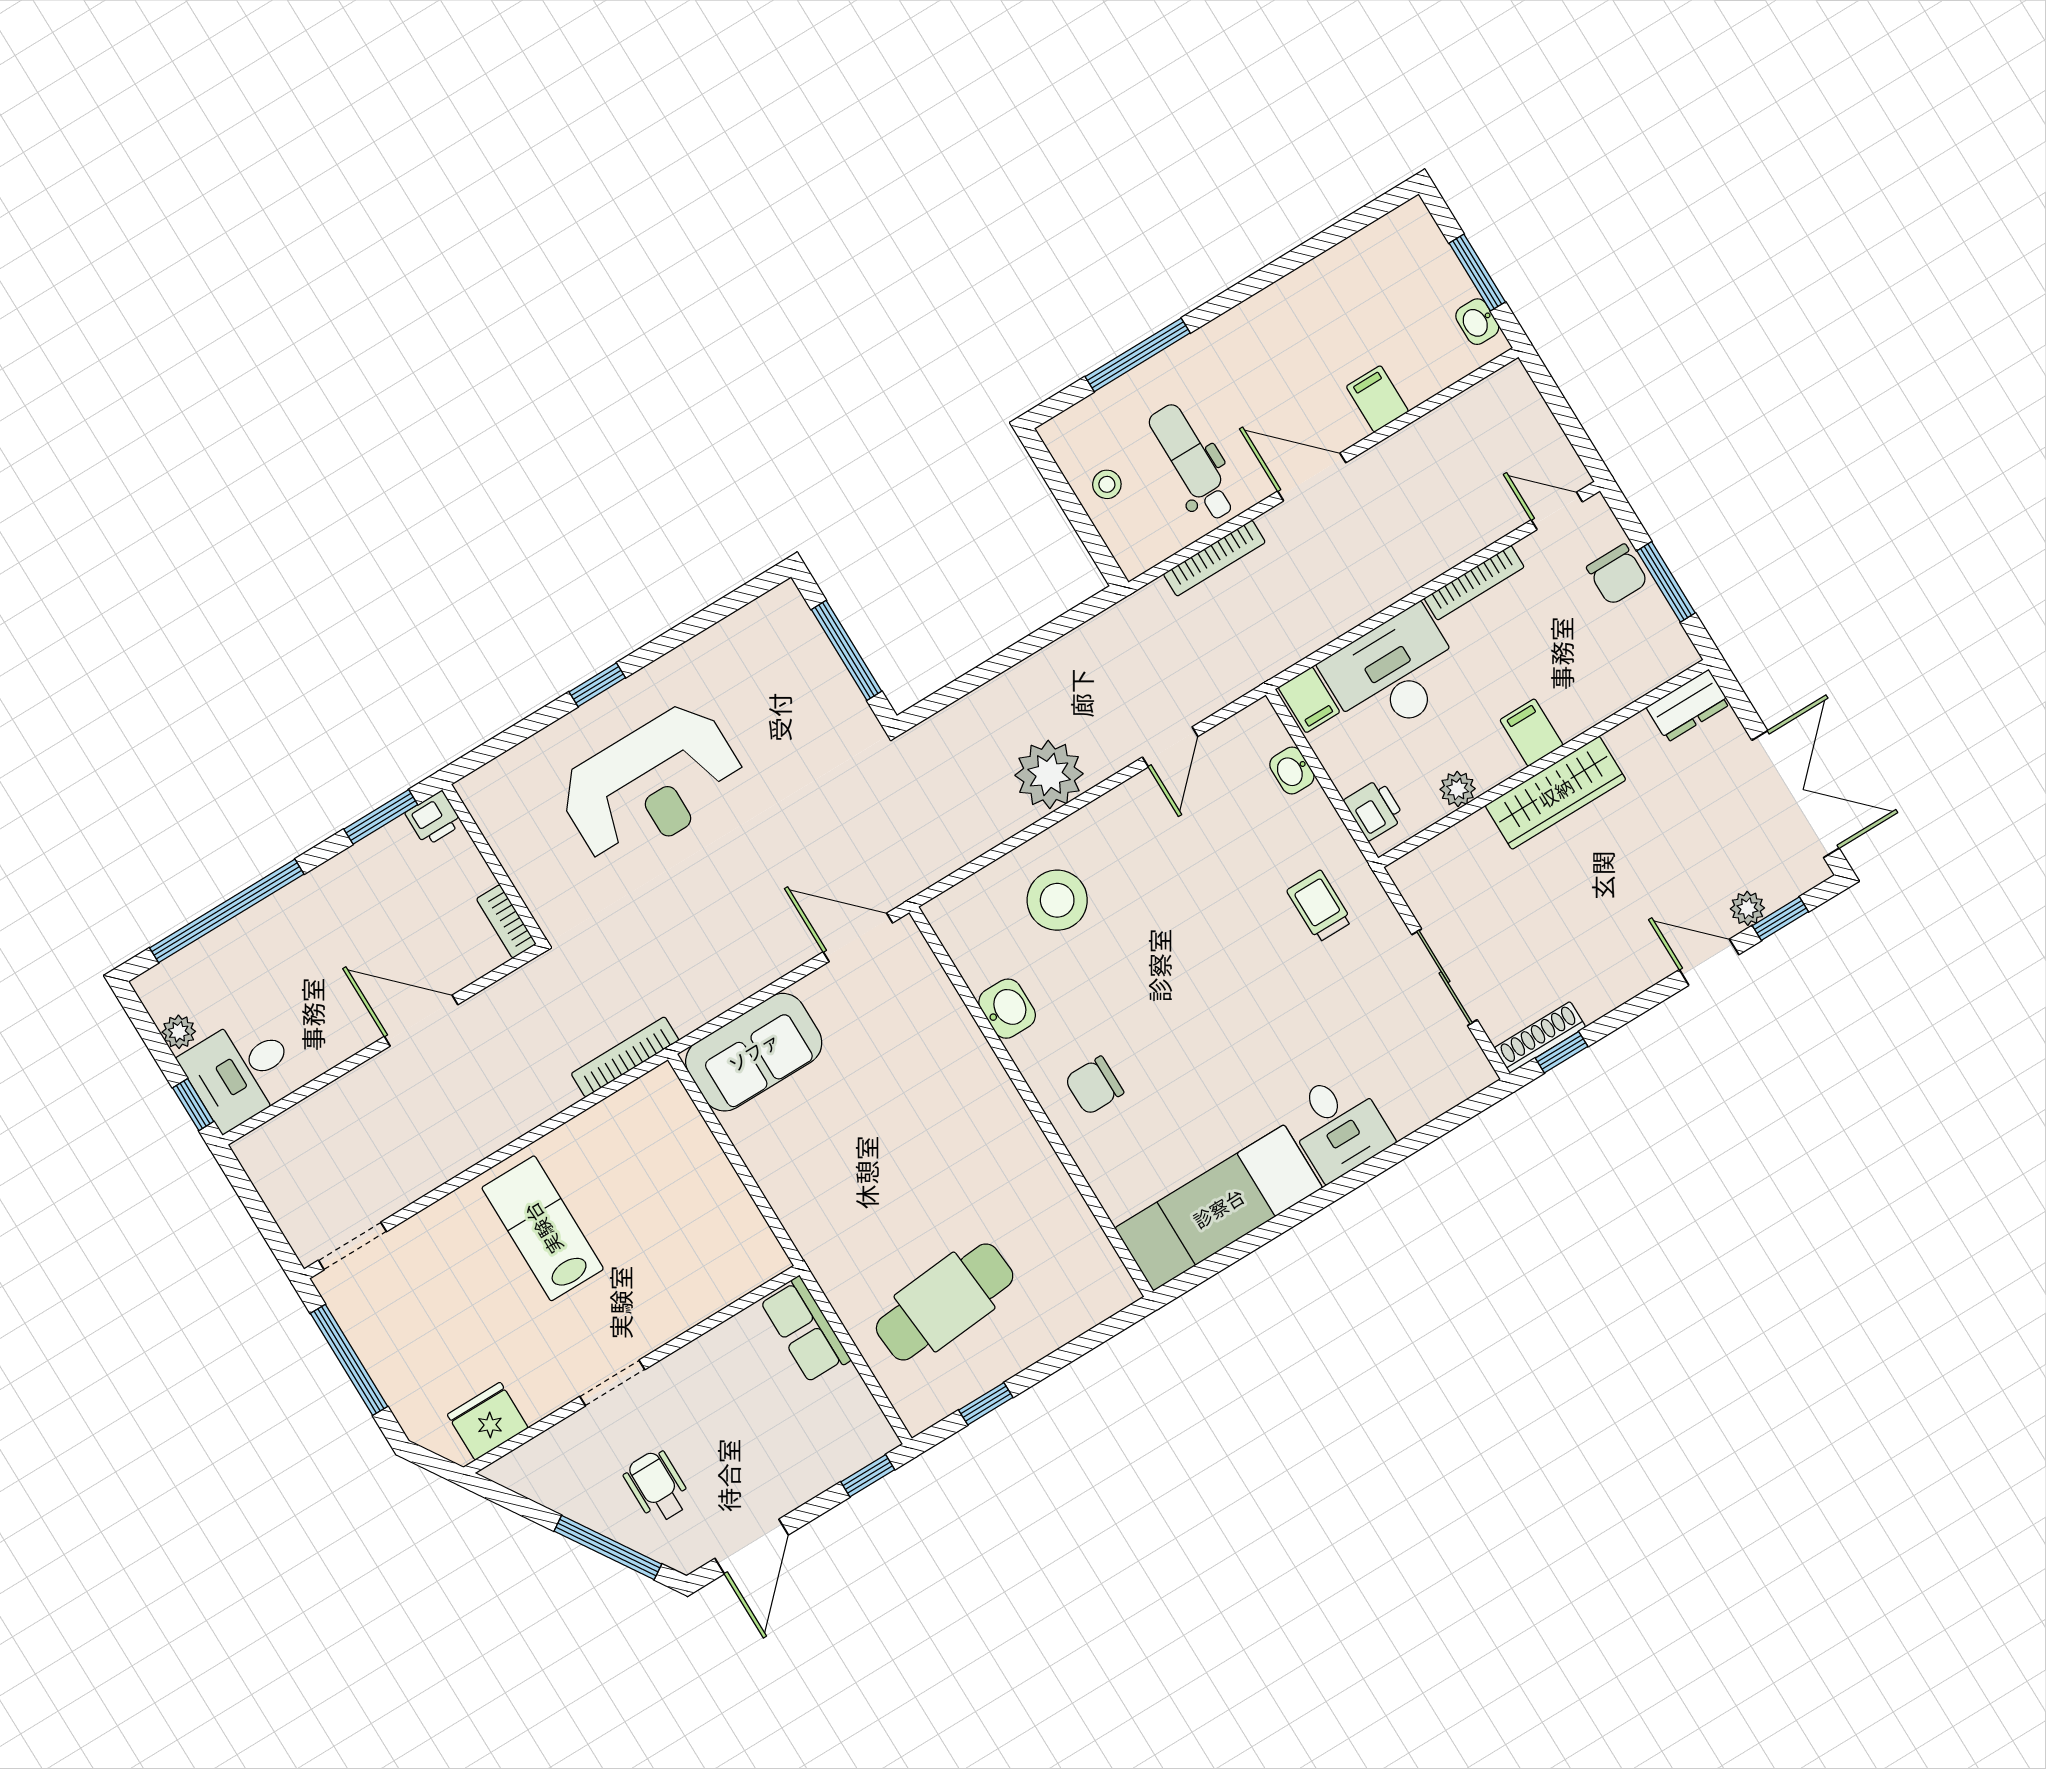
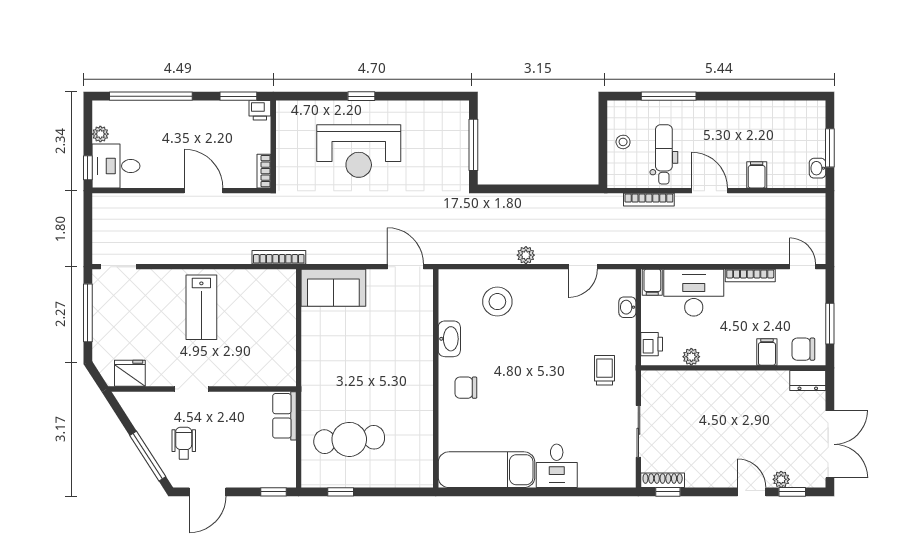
chair: (1617, 575) -> (803, 349), moved, turned 90
filing cabinet: (1531, 733) -> (767, 352), moved
plant: (1049, 774) -> (526, 255), width x0.53, depth x0.53
wardrobe: (1556, 793) -> (731, 383), removed
washbasin: (1007, 1009) -> (449, 339), width x1.38
lab bench: (543, 1228) -> (201, 307), turned 180

